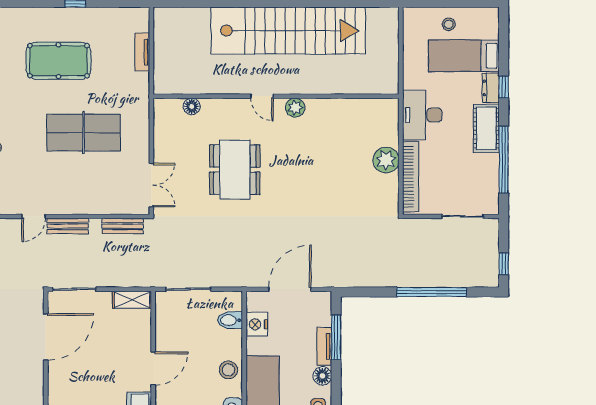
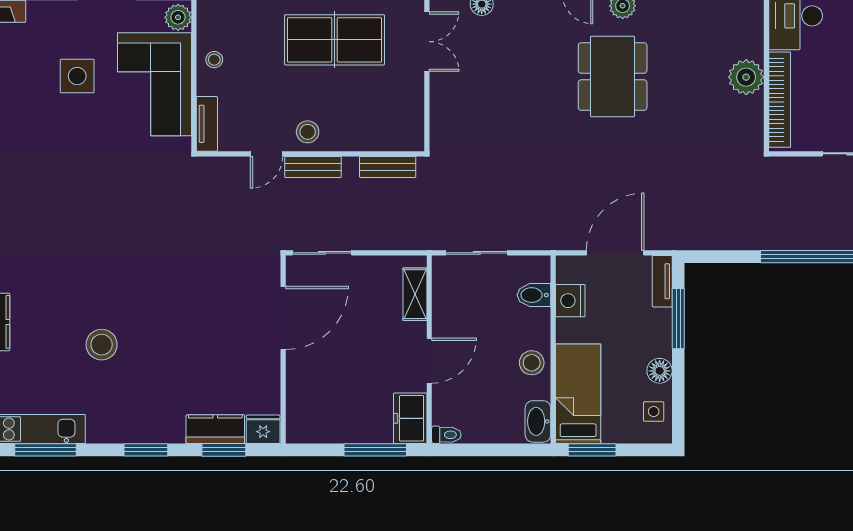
dining table: (235, 170) -> (613, 77), moved
double door: (151, 185) -> (427, 42), moved
stool: (64, 200) -> (308, 132), added
shelving: (132, 300) -> (415, 294), moved, turned 90
tv unit: (324, 346) -> (662, 281), moved

